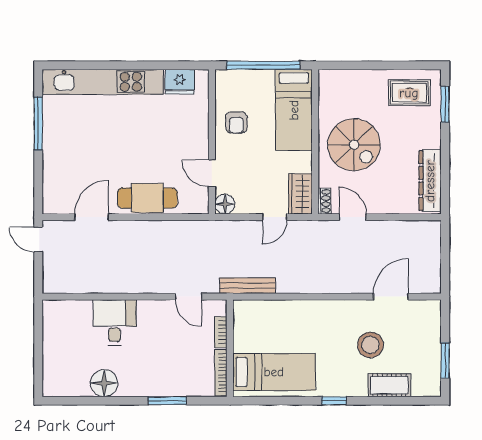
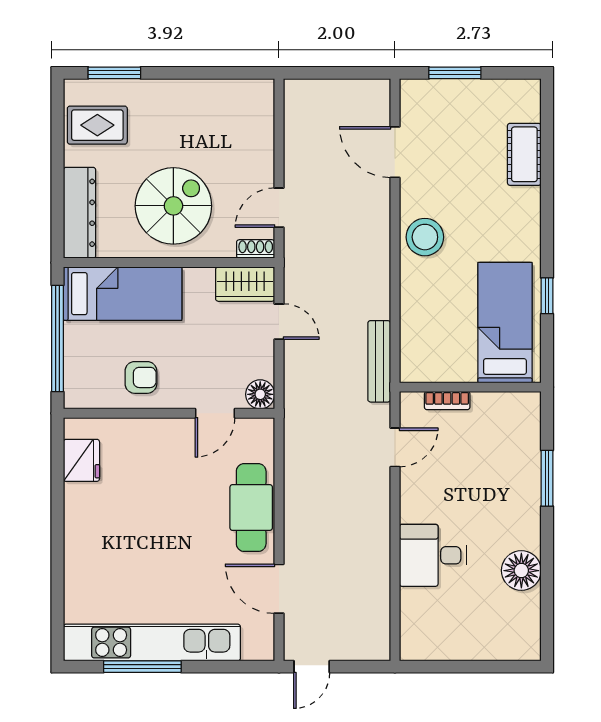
kitchen unit: (103, 82) -> (152, 643), moved, turned -90
rug: (409, 93) -> (97, 125), turned 90
dresser: (430, 181) -> (79, 213), moved, turned -90
stool: (370, 345) -> (425, 237), moved
window: (445, 360) -> (455, 73), moved
bookcase: (221, 373) -> (506, 400), removed
window: (334, 401) -> (547, 296), moved

